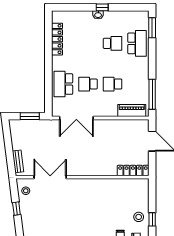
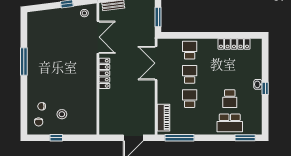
school desk: (63, 84) -> (190, 50), width x0.54
locker: (133, 171) -> (104, 73), moved
stool: (139, 217) -> (62, 114), moved

